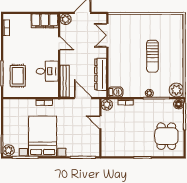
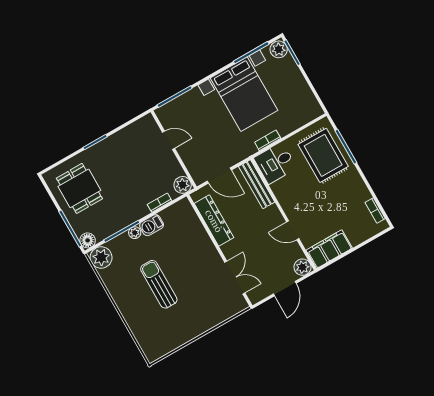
desk: (47, 71) -> (275, 163), moved
rug: (18, 76) -> (323, 155), width x1.36, depth x1.43
barbecue: (116, 92) -> (152, 225), moved
door: (100, 122) -> (169, 140), moved

